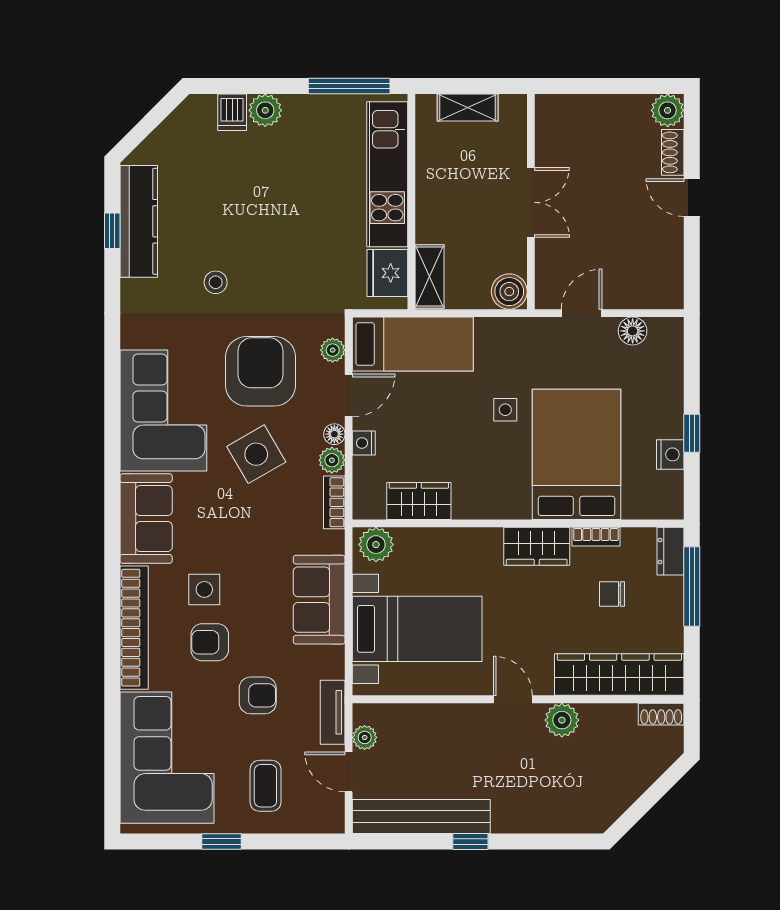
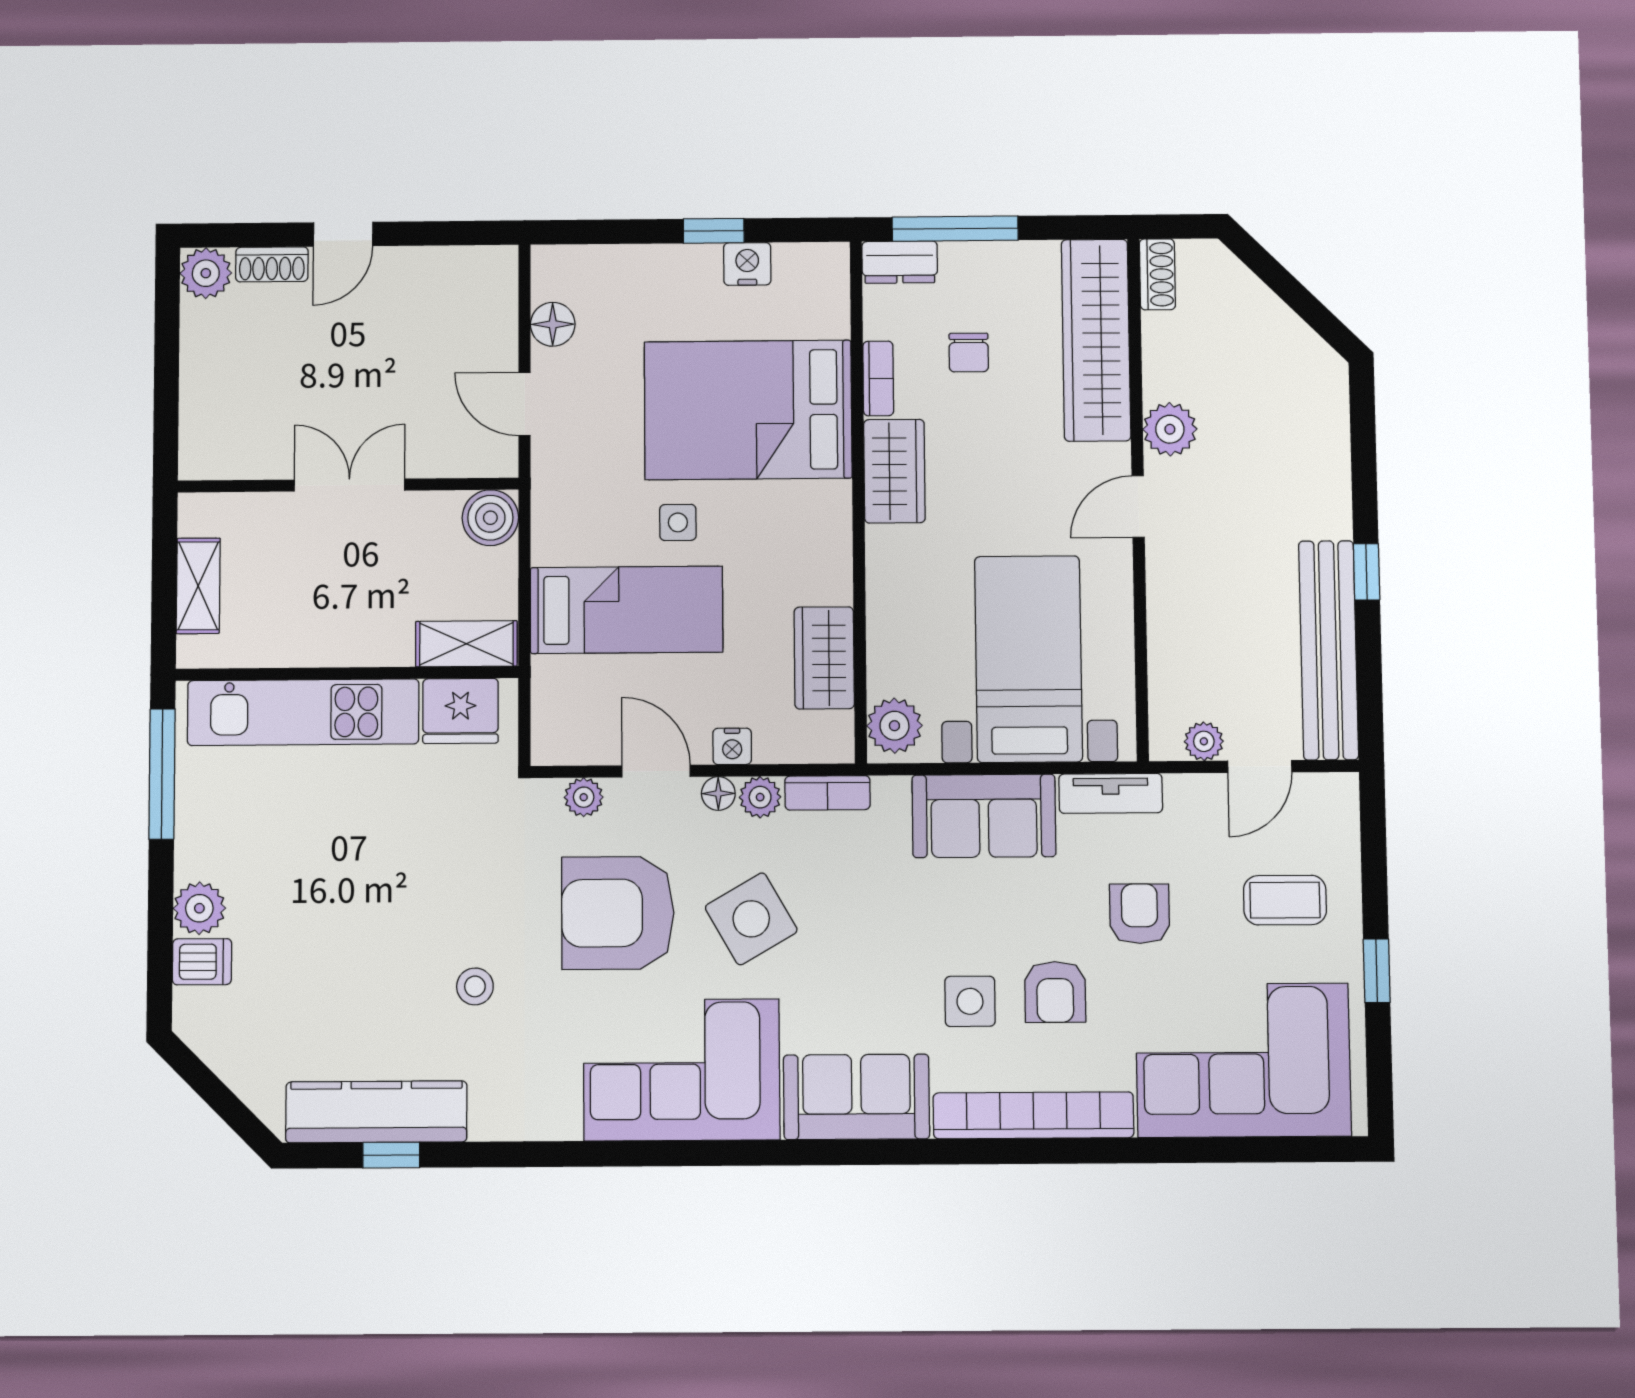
bed: (413, 344) -> (627, 610), moved, turned 90
tv unit: (333, 712) -> (1111, 793), moved

